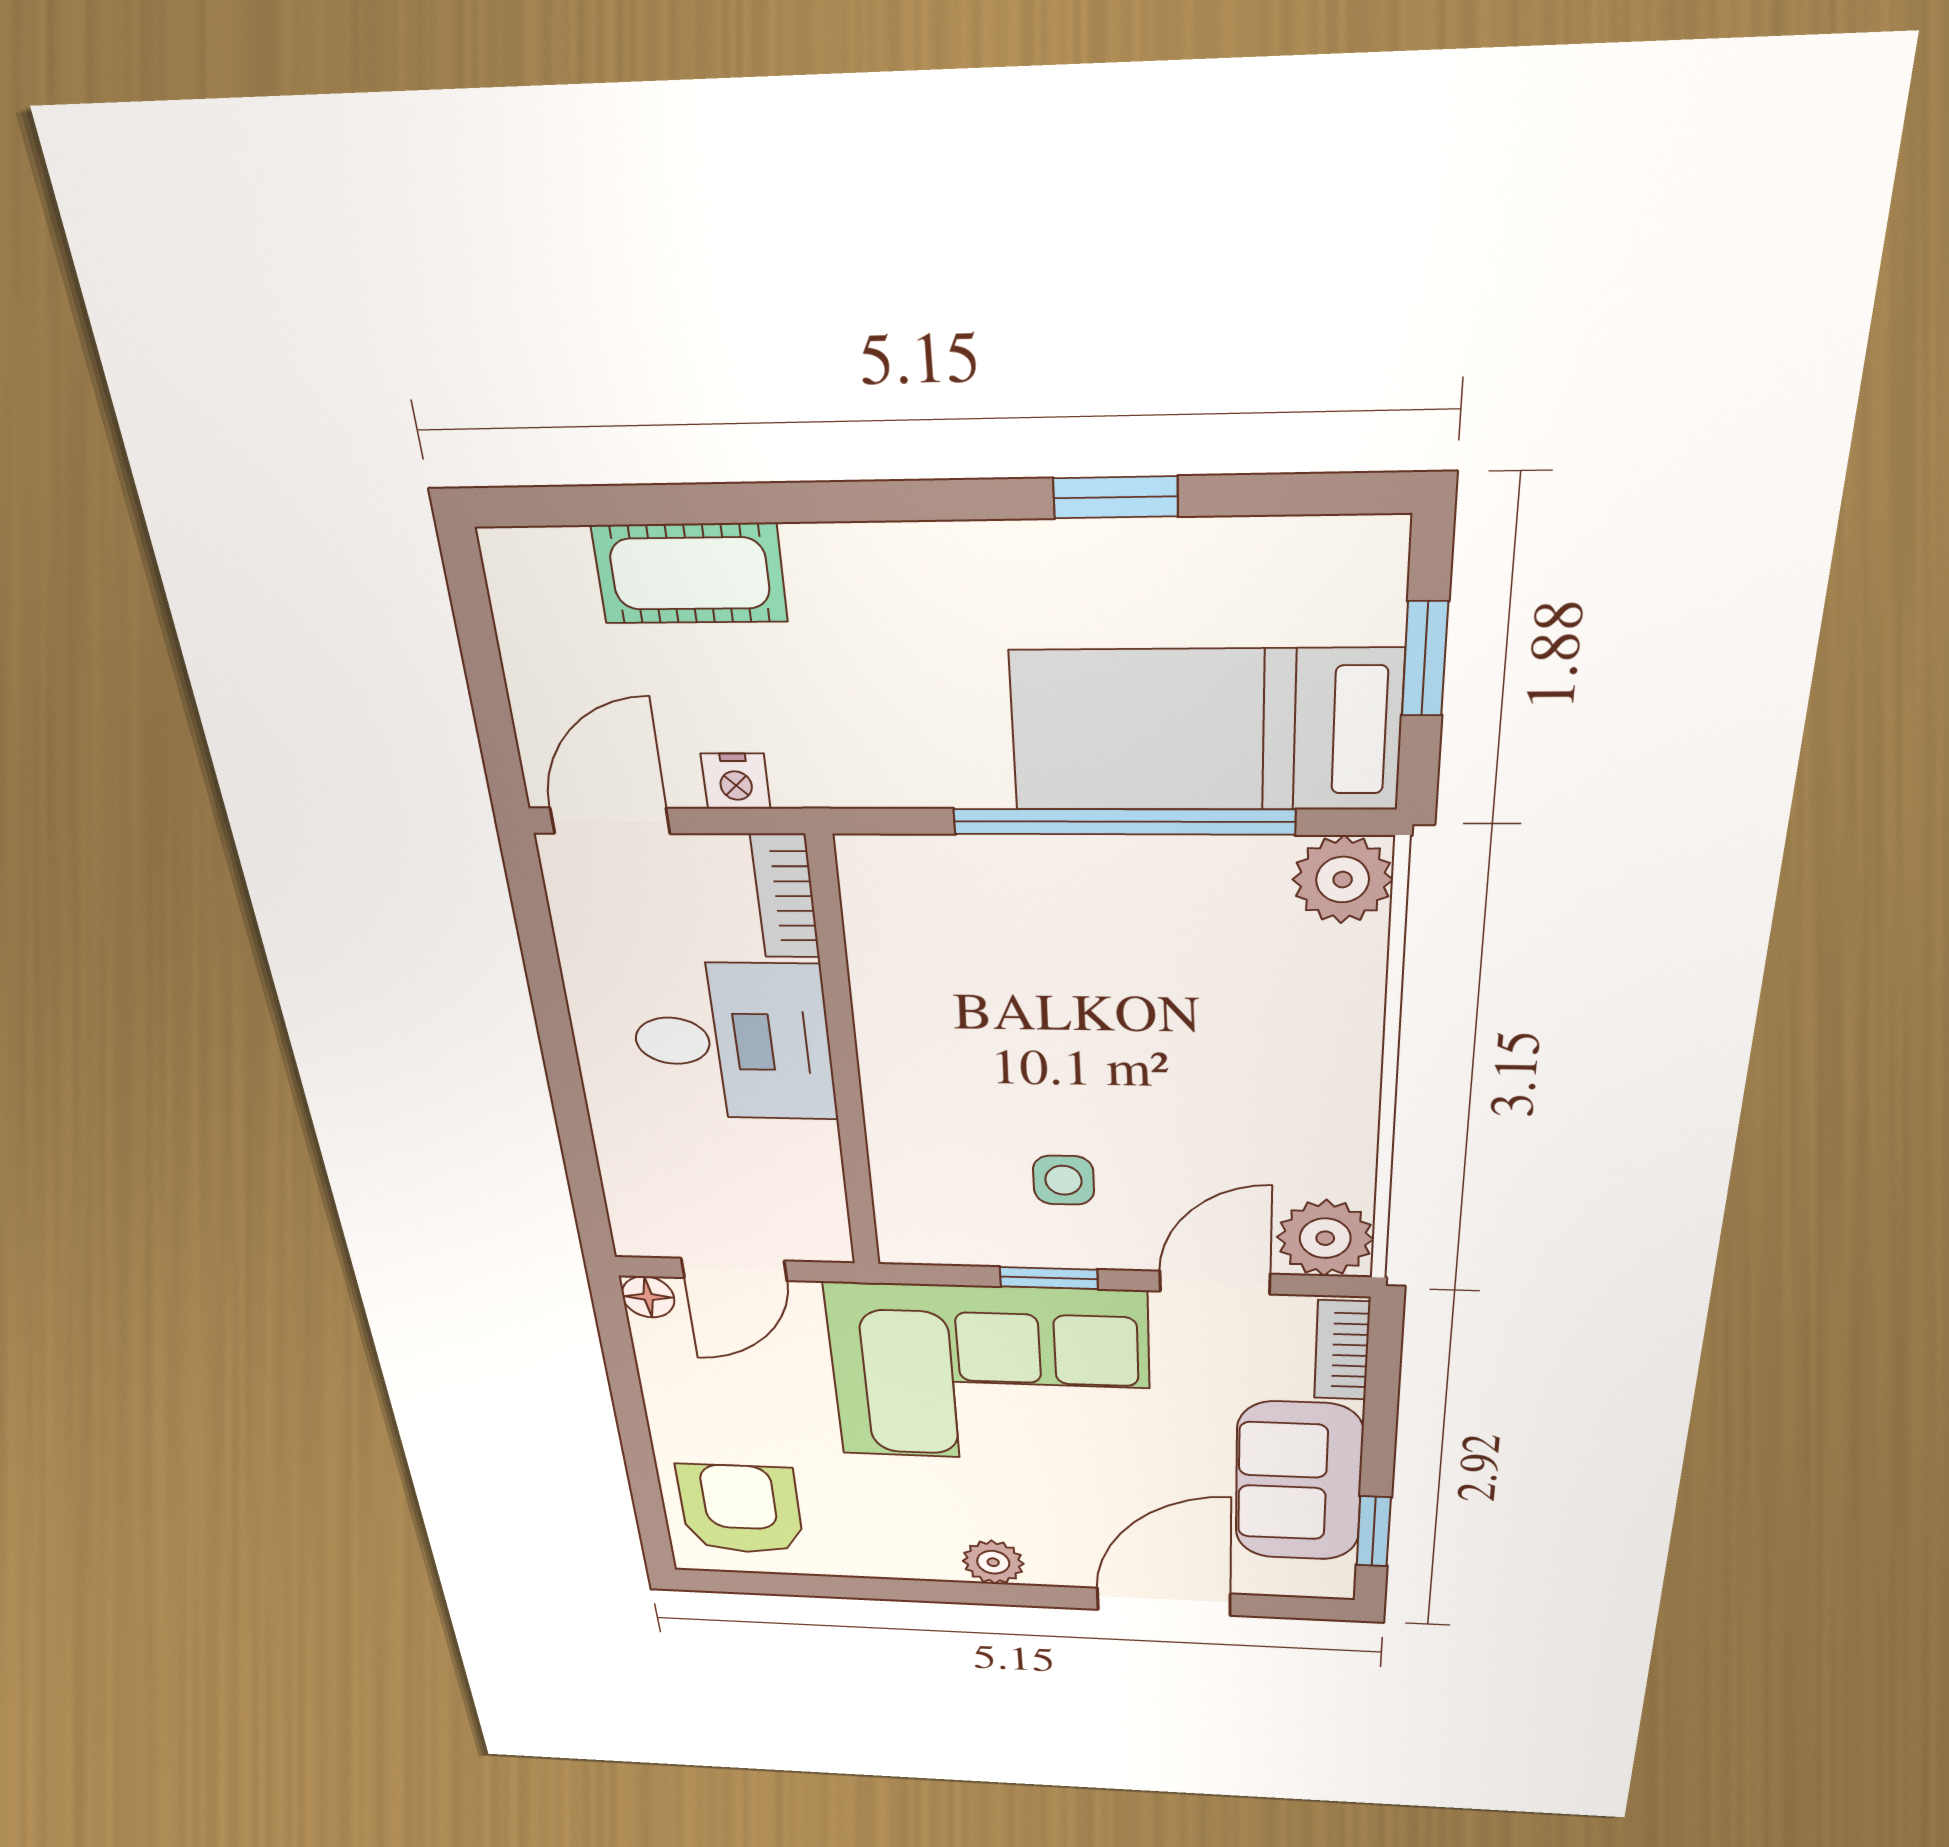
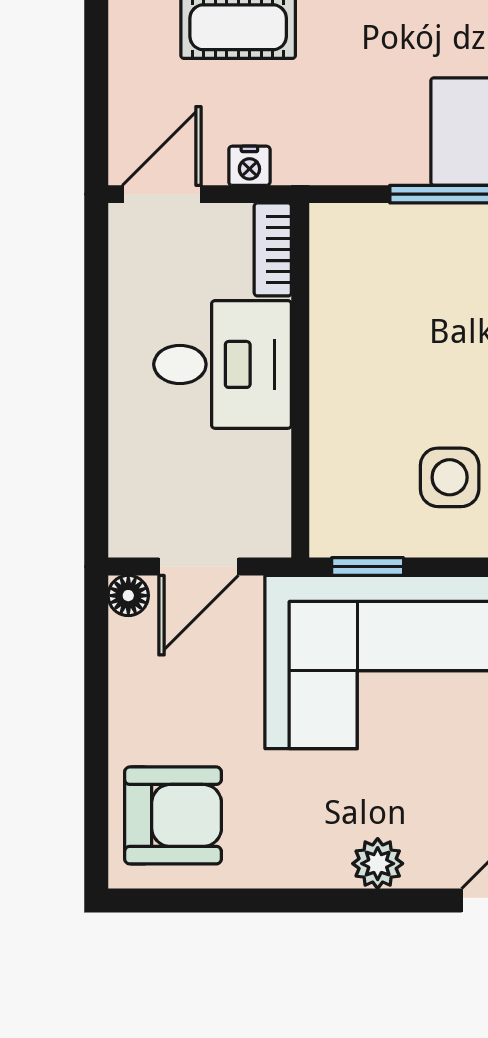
side table: (1063, 1180) -> (450, 477), width x1.37, depth x1.37
window: (1049, 1278) -> (368, 567), moved
armchair: (740, 1509) -> (173, 815), turned 90

